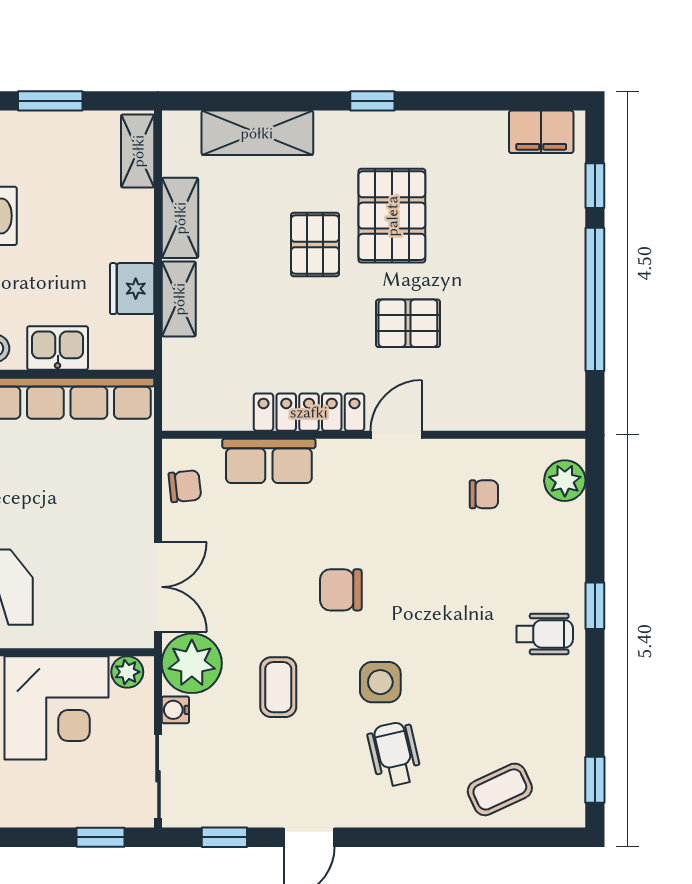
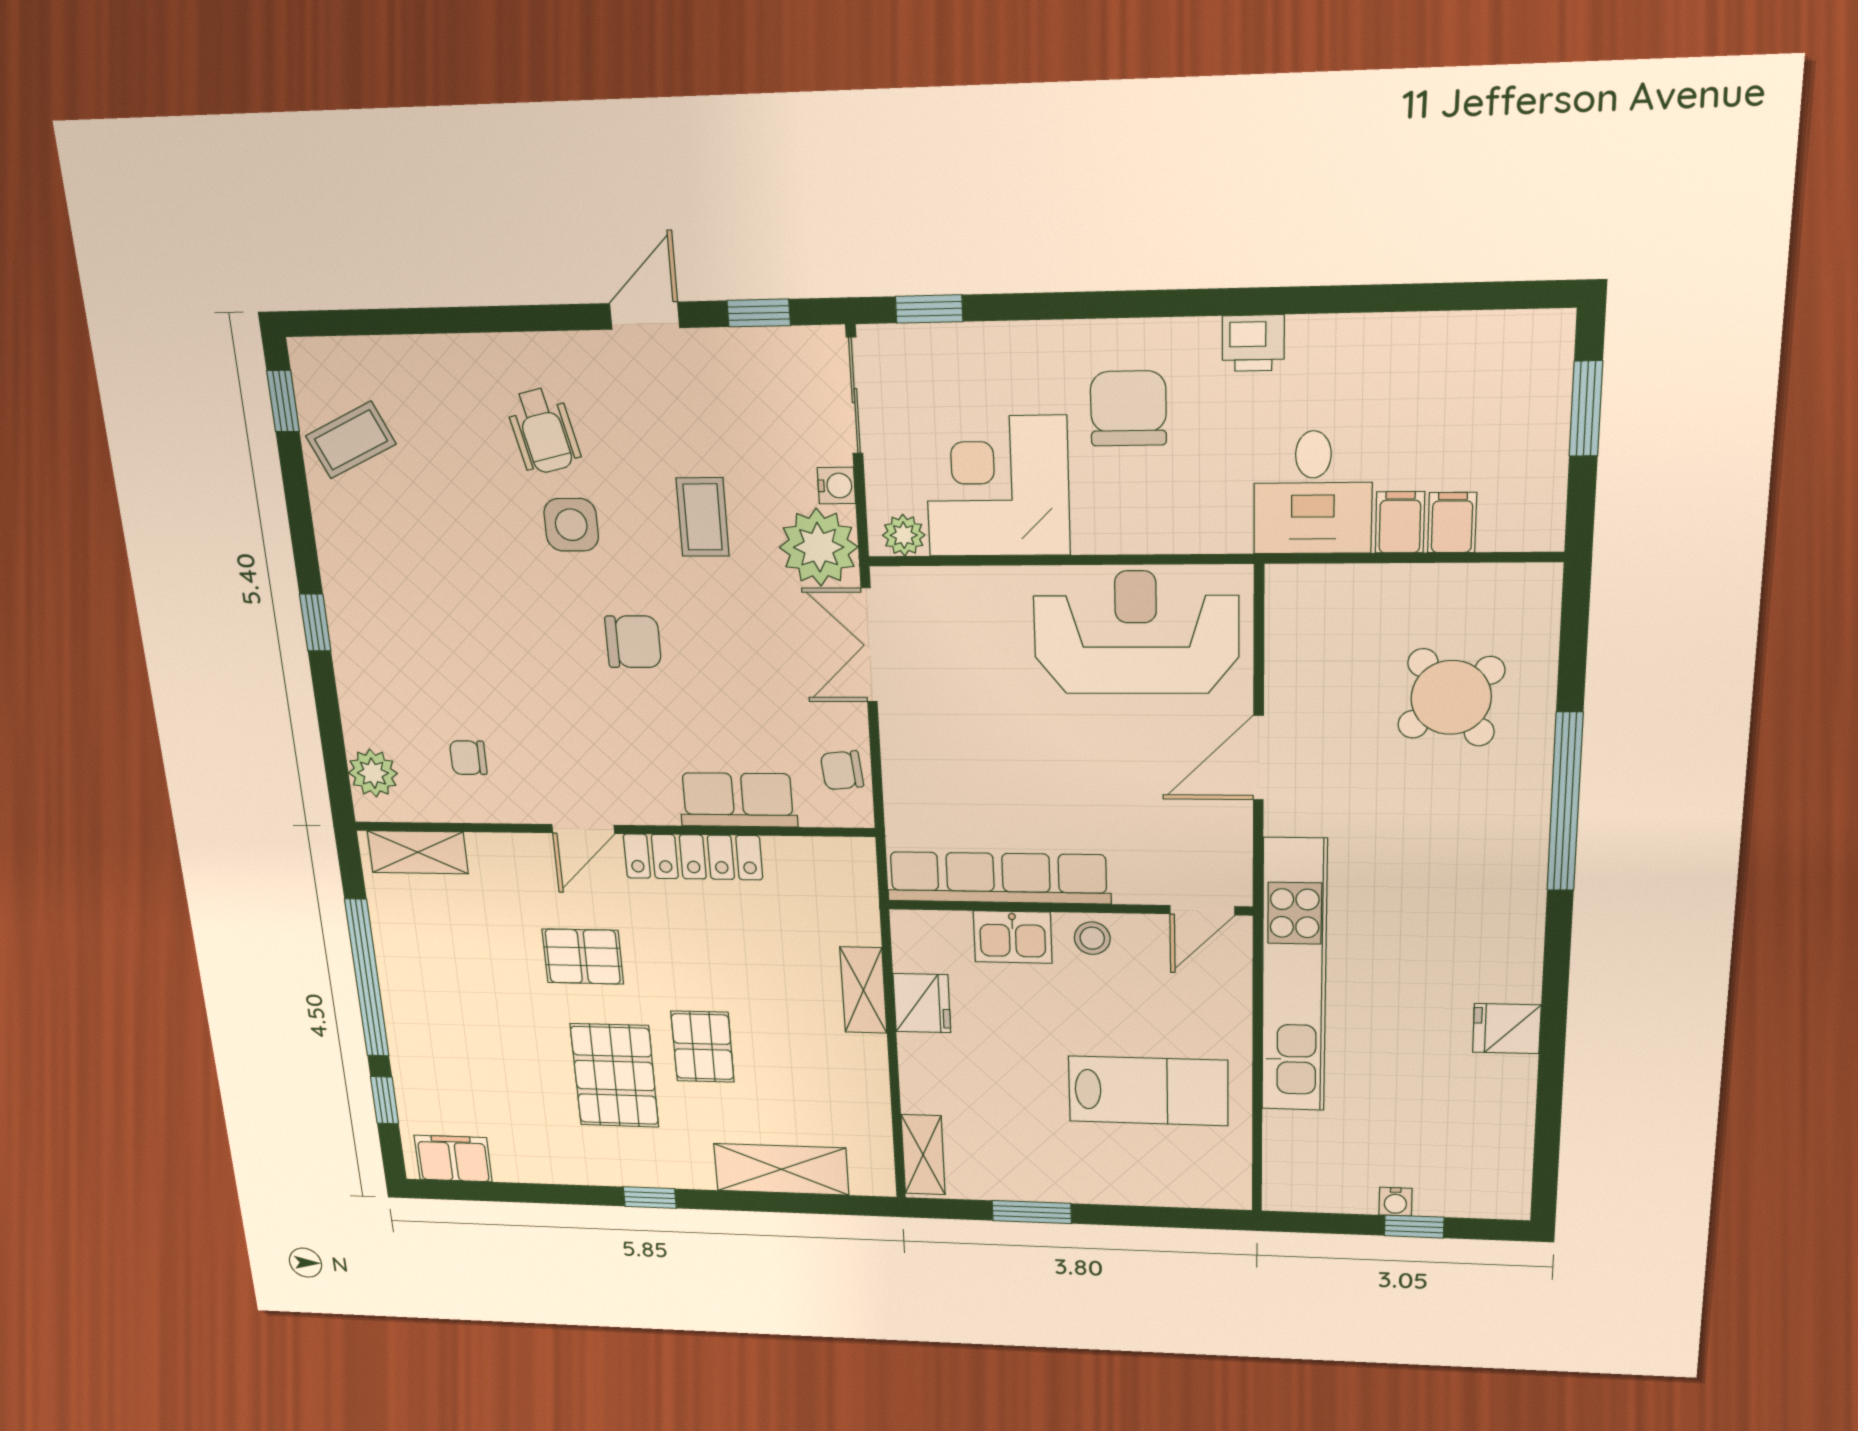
shelving: (180, 218) -> (418, 852), moved, turned 90
wheelchair: (545, 634) -> (372, 587), removed
coffee table: (500, 789) -> (351, 440), moved

